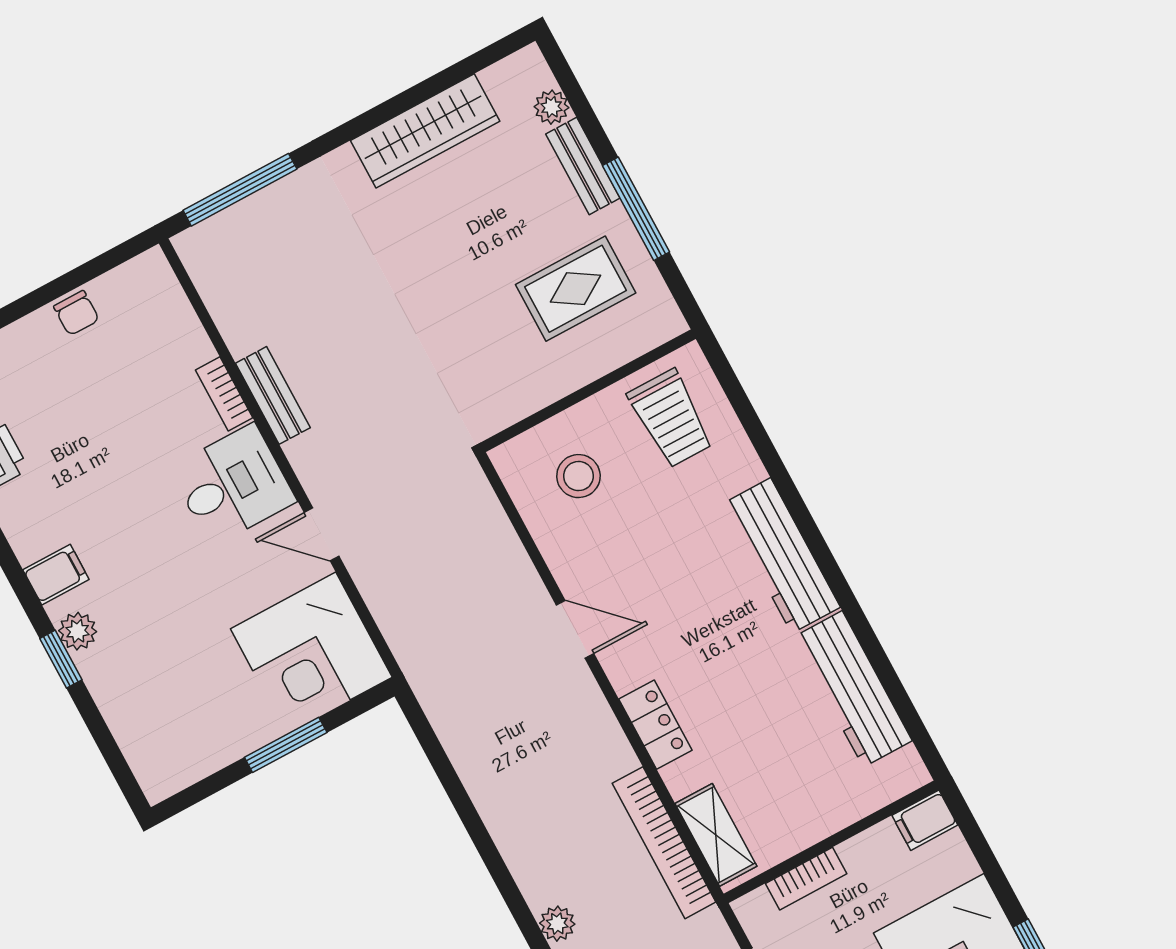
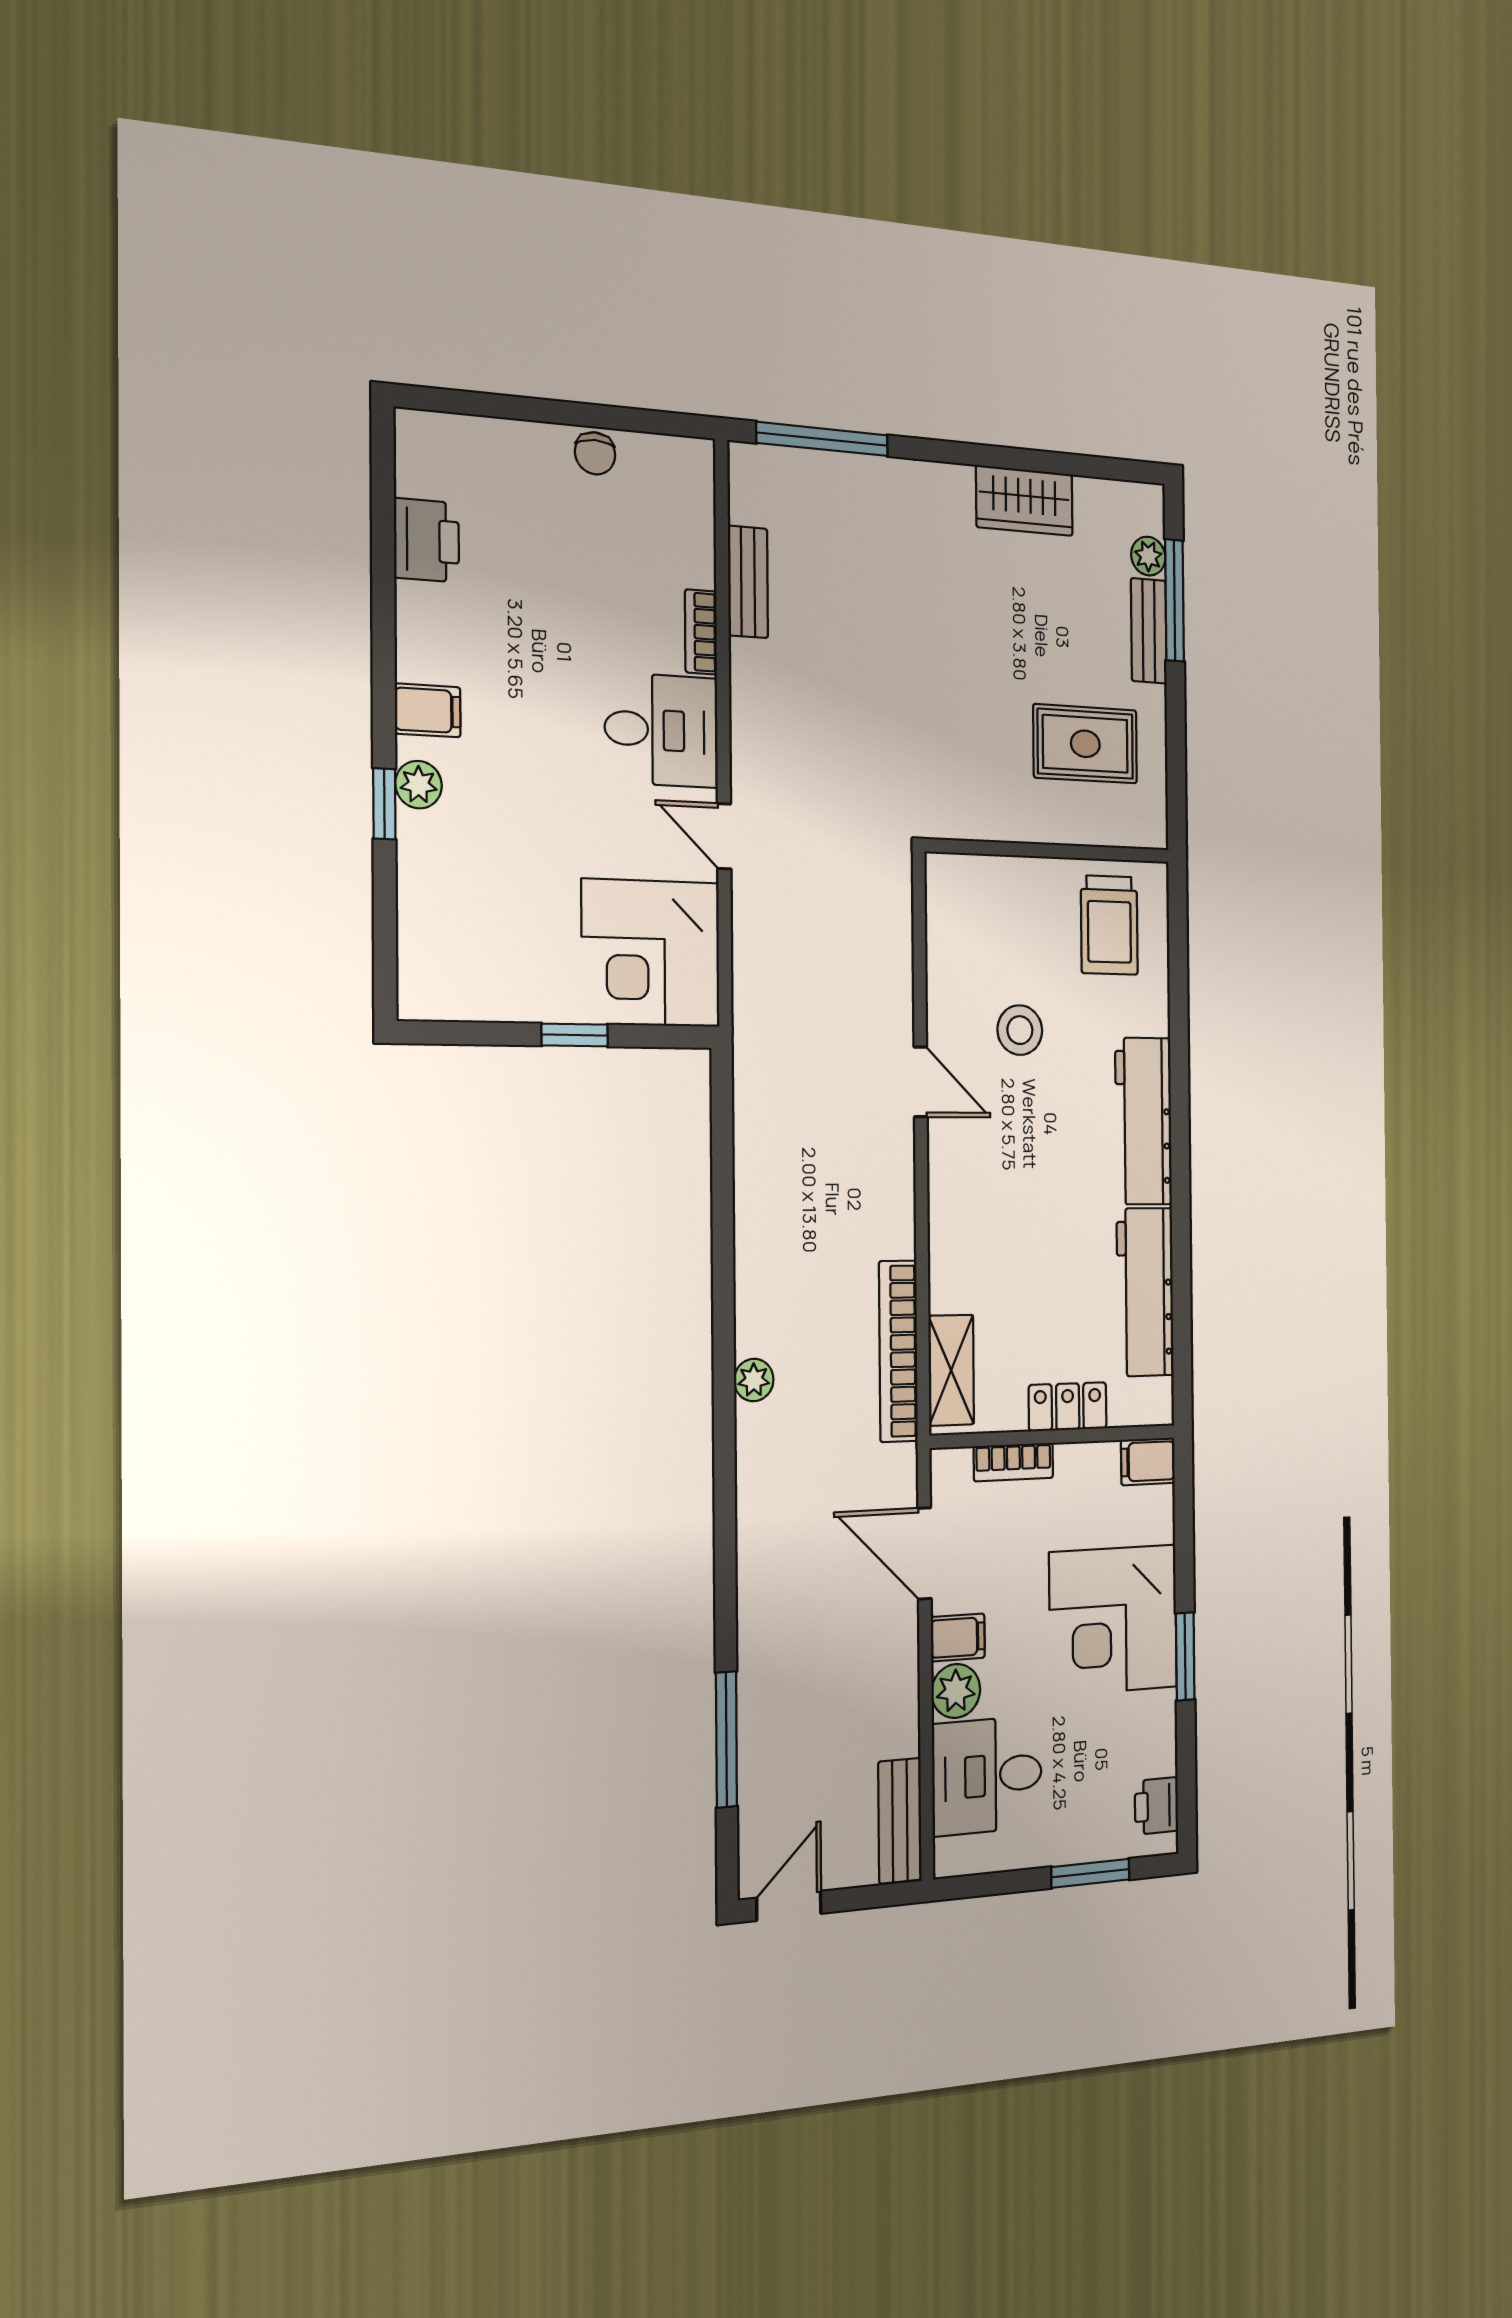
wardrobe: (425, 131) -> (1024, 501), width x0.67
window: (636, 209) -> (1175, 600), moved
bench: (273, 395) -> (748, 582), moved
stool: (578, 476) -> (1020, 1030), moved
locker: (655, 725) -> (1068, 1407), moved, turned -90
window: (286, 745) -> (575, 1035), width x0.67

